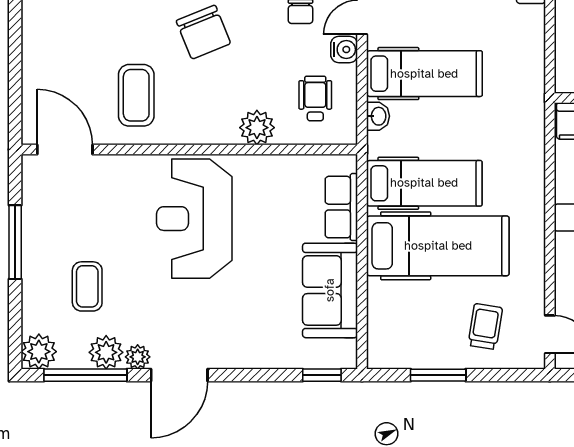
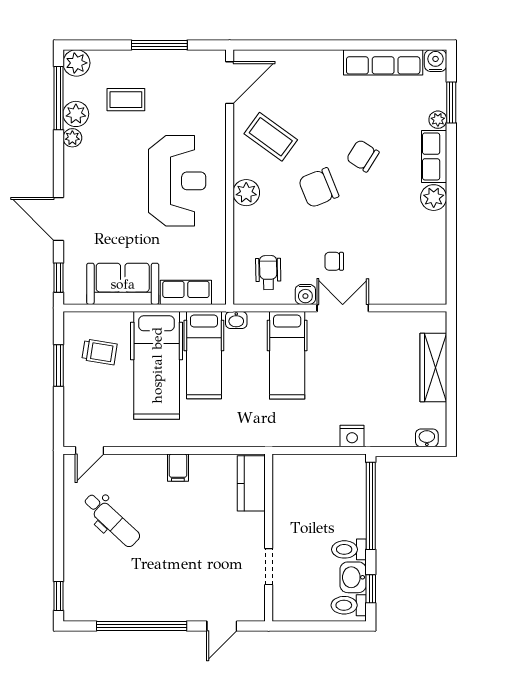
coffee table: (136, 95) -> (271, 137), turned 36
wheelchair: (315, 99) -> (268, 273), turned -91
washbasin: (378, 116) -> (236, 320), moved
plant: (257, 128) -> (246, 193), moved
reception desk: (194, 219) -> (177, 181), turned 90
trolley: (485, 326) -> (100, 352), moved
door: (179, 375) -> (58, 219), moved

